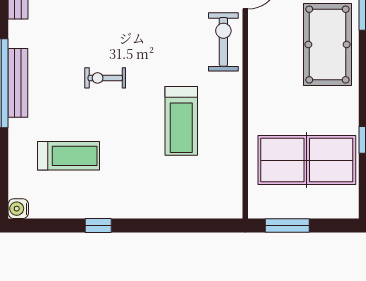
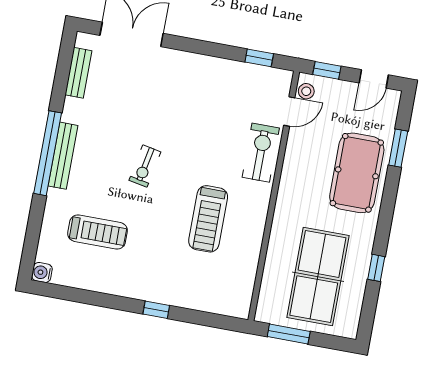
exercise bike: (105, 78) -> (145, 166), turned -79
table tennis table: (307, 160) -> (318, 277), turned 90
window: (98, 226) -> (156, 310), moved

